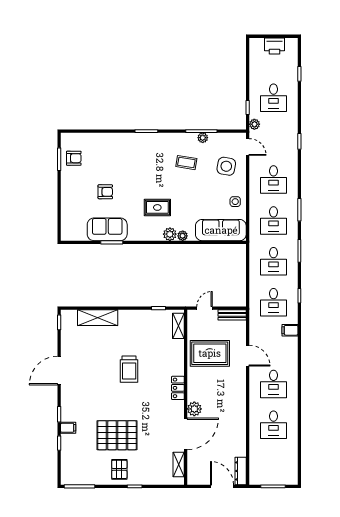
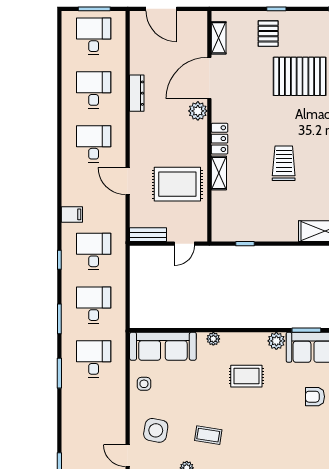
desk: (273, 180) -> (94, 36), moved
plant: (170, 234) -> (276, 341), moved
shelving: (178, 326) -> (219, 173), moved
pallet: (119, 469) -> (268, 34), moved
dresser: (241, 471) -> (137, 93), moved

